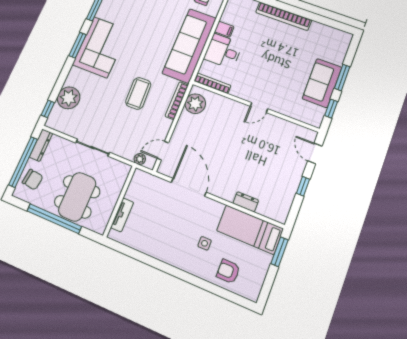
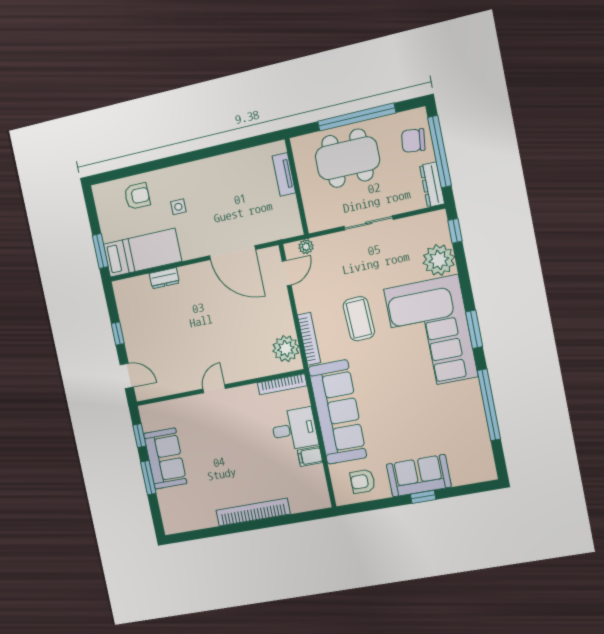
corner sofa: (101, 47) -> (431, 333), width x1.36, depth x1.36
dining table: (77, 197) -> (347, 158), turned 90

